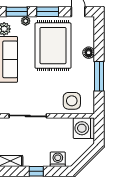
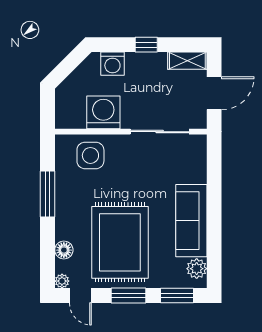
plant: (26, 21) -> (62, 281), moved
floor lamp: (89, 53) -> (64, 250), moved
washing machine: (84, 128) -> (103, 112), moved, turned -90

